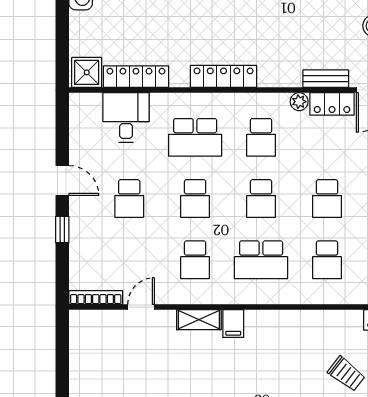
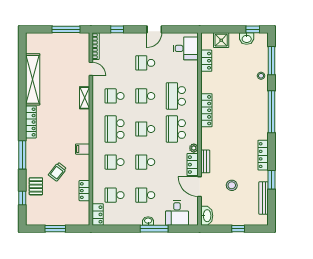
shower: (87, 72) -> (221, 40), moved
locker: (136, 77) -> (206, 61), width x0.66
desk: (126, 118) -> (186, 48), moved
school desk: (261, 137) -> (176, 129), width x1.85
window: (62, 229) -> (117, 29), moved
filing cabinet: (233, 324) -> (83, 149), moved
window: (62, 357) -> (66, 29), added

